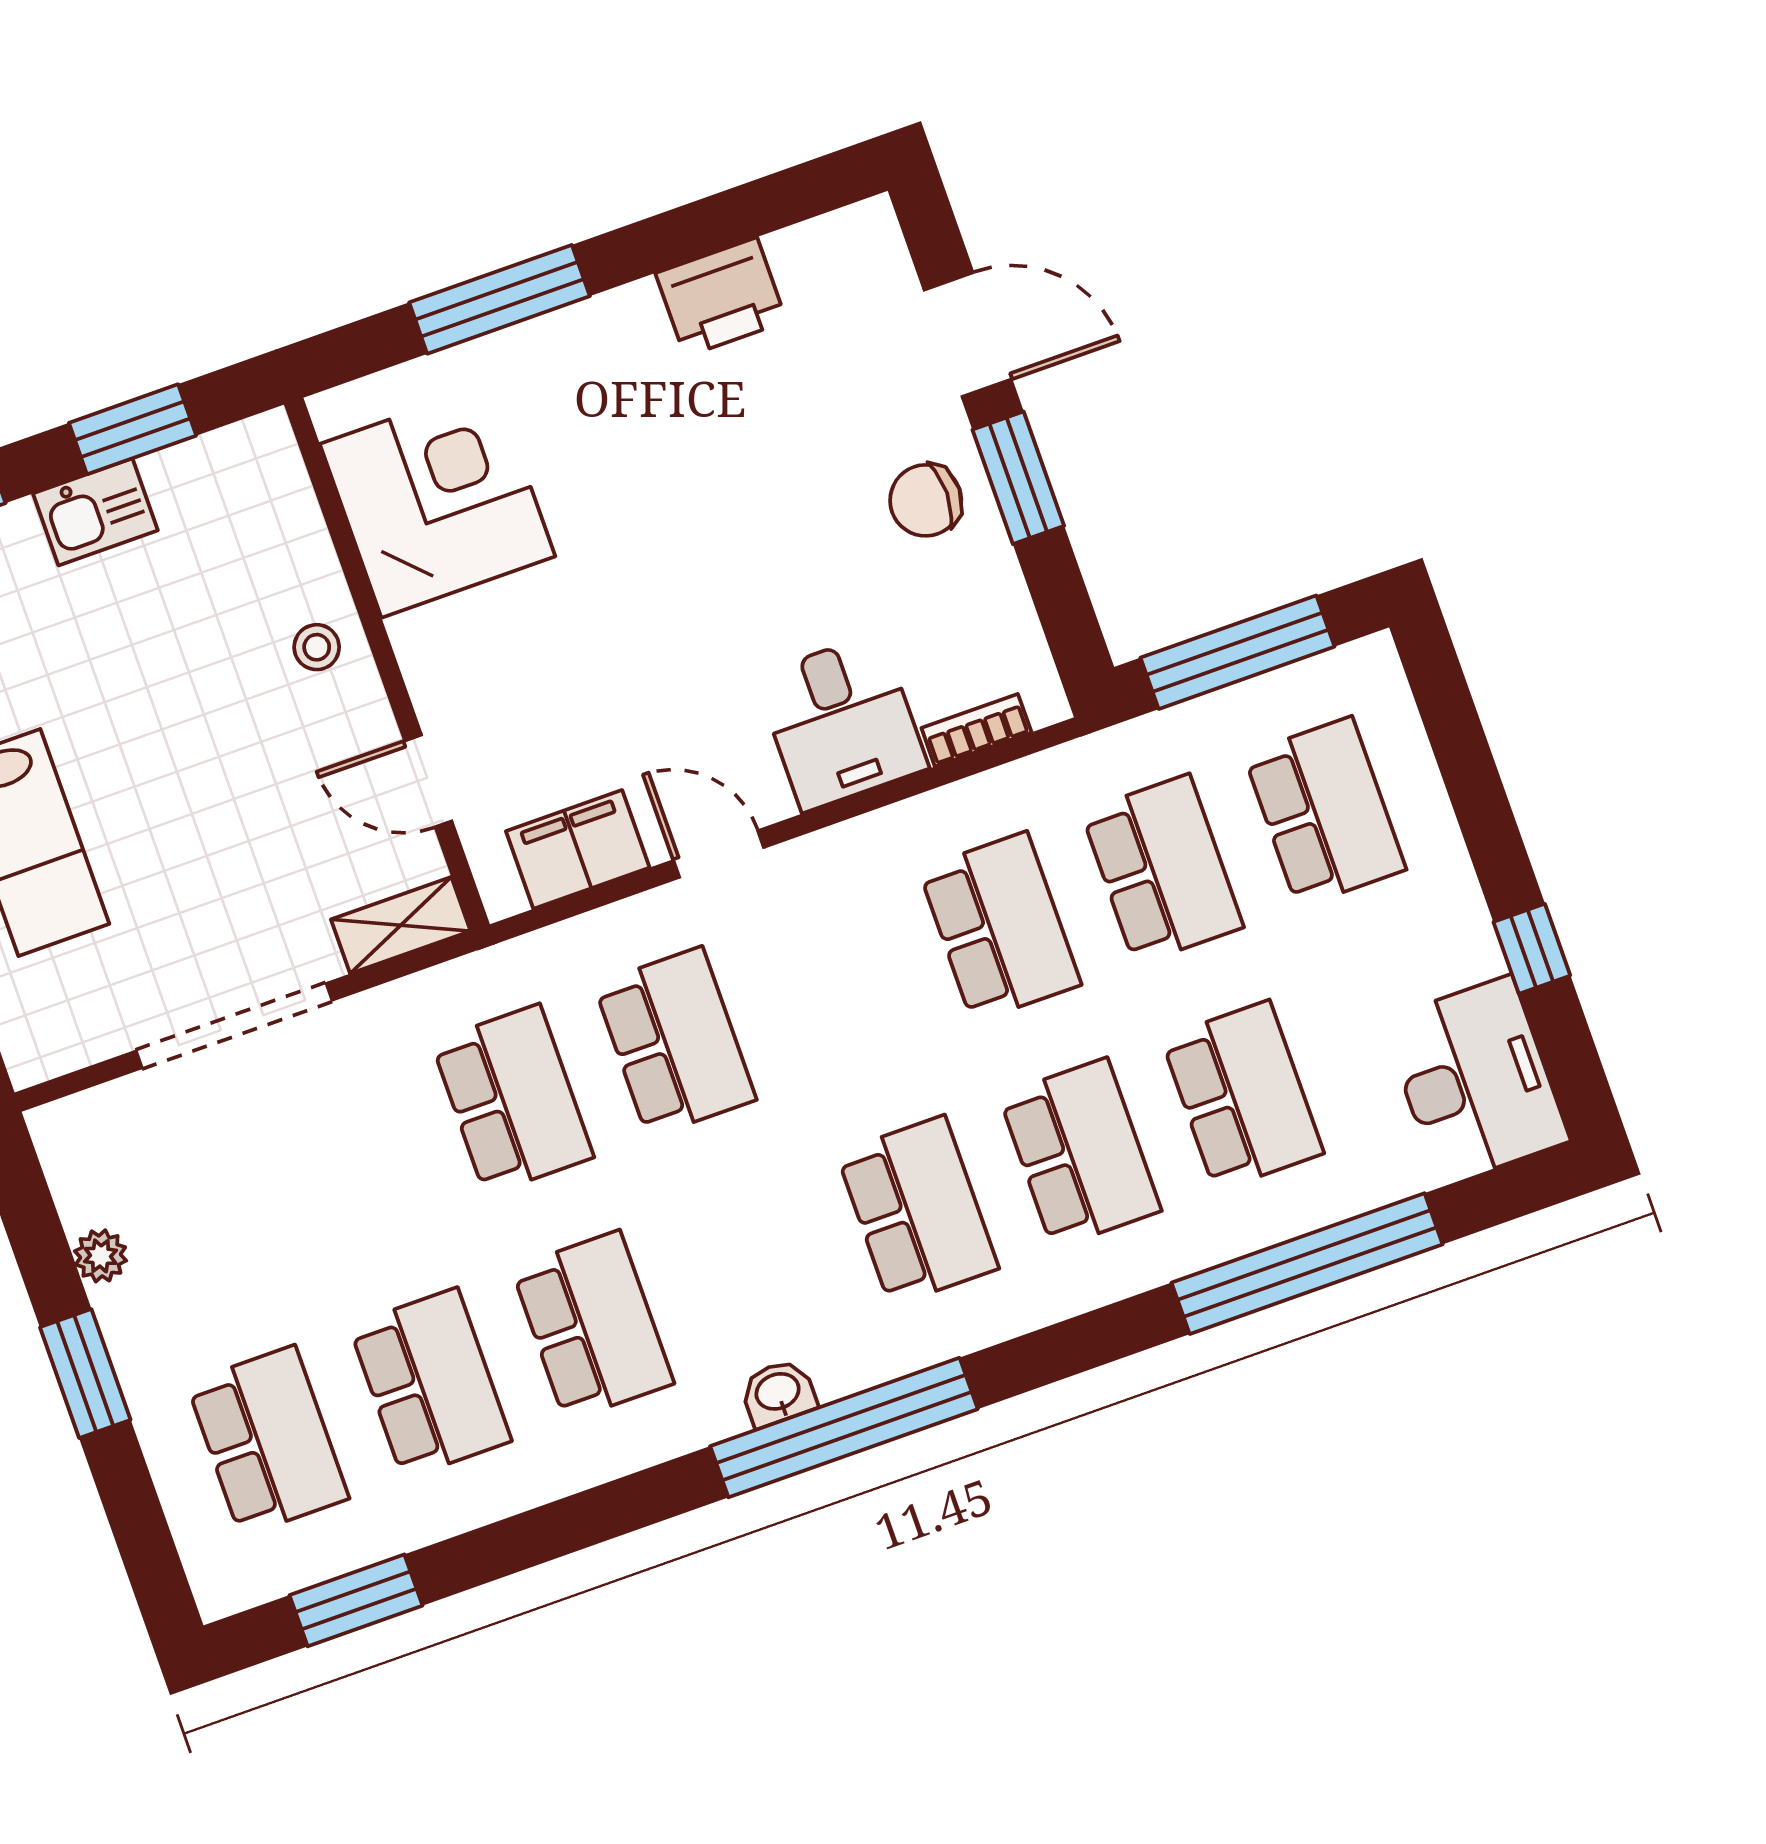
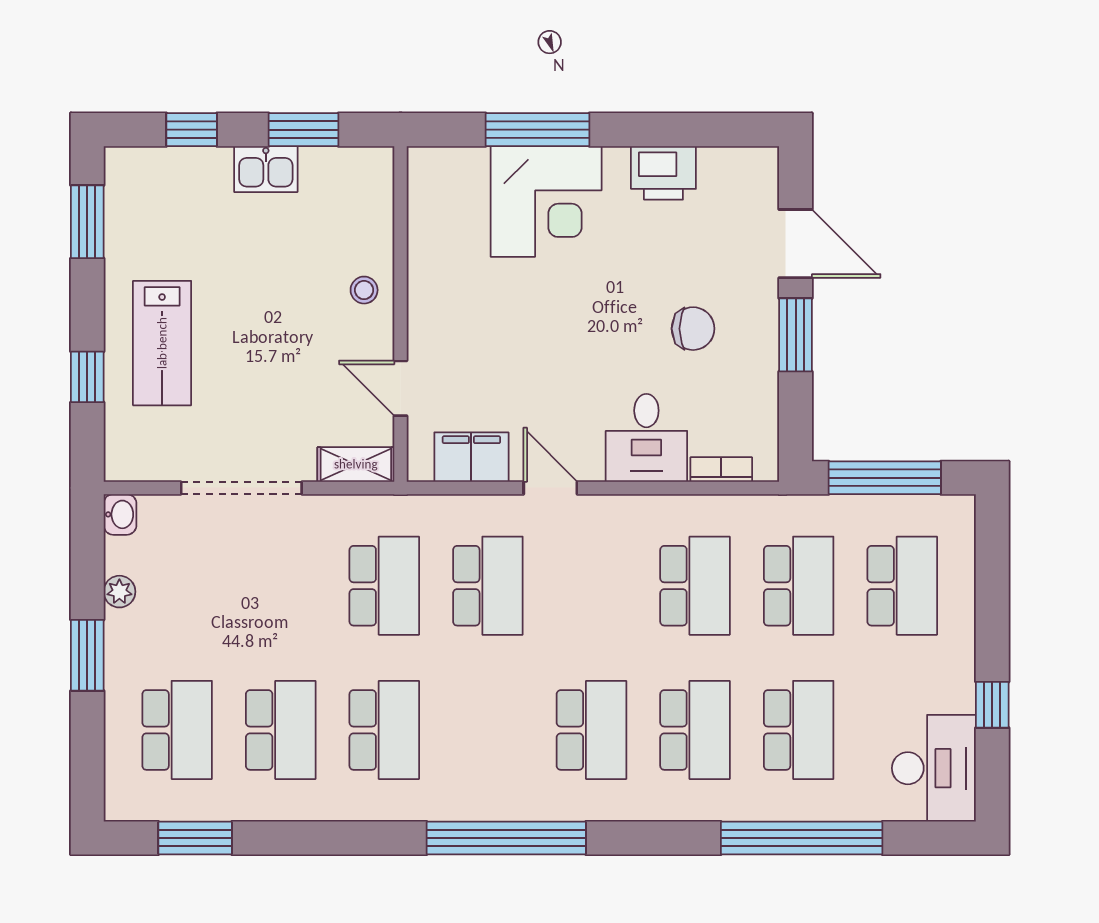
corner desk: (438, 500) -> (546, 201), moved, turned 90
chair: (926, 500) -> (693, 329), moved, turned 180
washbasin: (778, 1393) -> (120, 514), moved, turned 90

